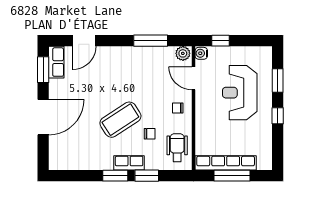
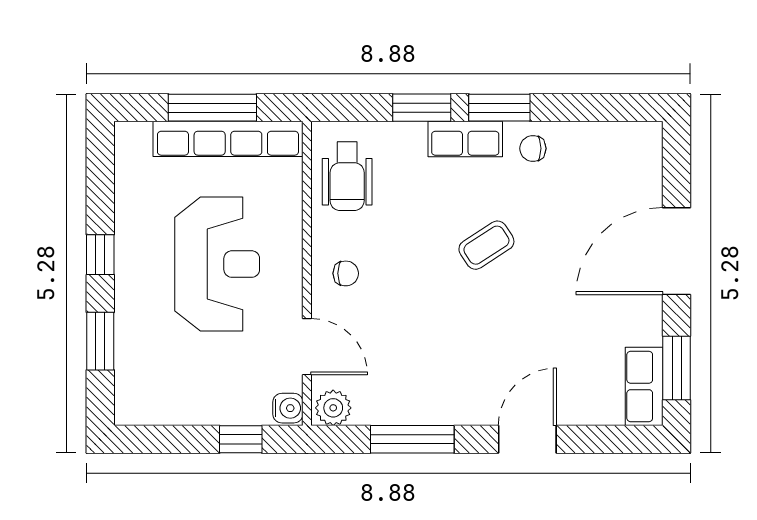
door: (84, 41) -> (527, 439), moved
reception desk: (240, 93) -> (217, 264), moved
coffee table: (120, 120) -> (486, 245), width x0.54, depth x0.58
chair: (150, 134) -> (533, 148), moved

